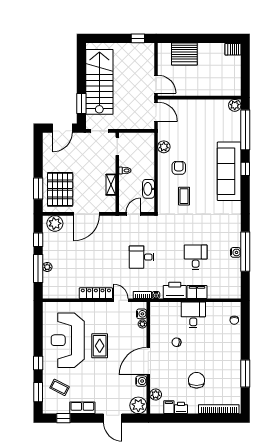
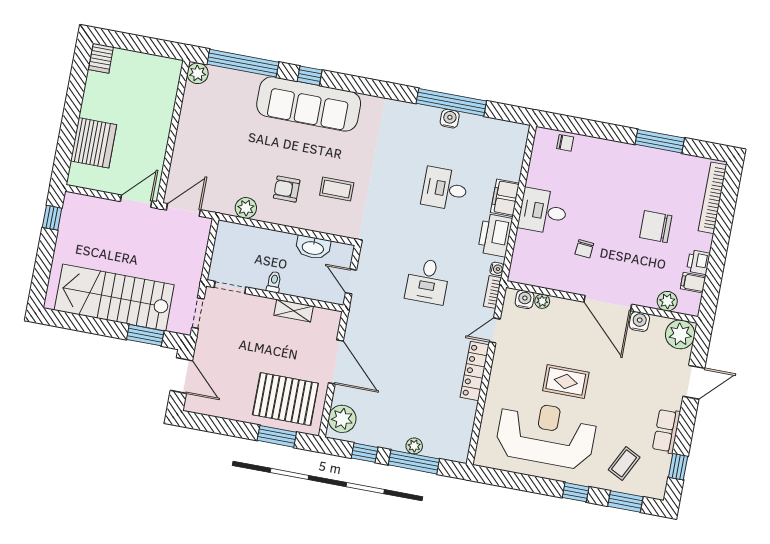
reception desk: (68, 340) -> (546, 434), turned 180

